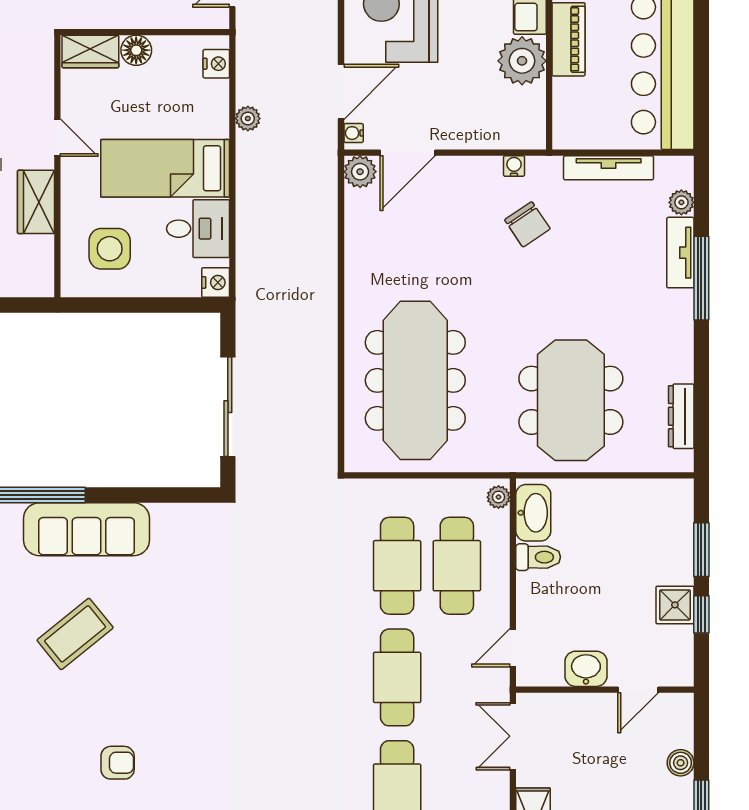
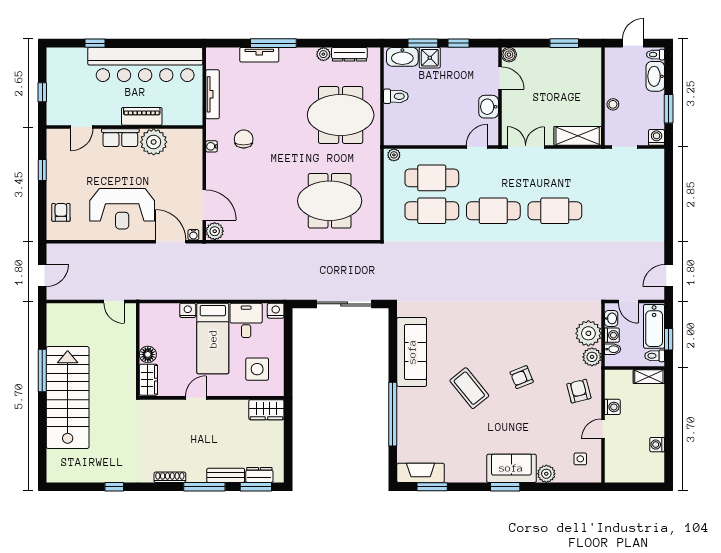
nightstand: (216, 64) -> (188, 310), moved
plant: (248, 118) -> (185, 293), removed
wardrobe: (36, 202) -> (266, 410), moved
plant: (681, 202) -> (323, 54), moved
chair: (527, 224) -> (244, 139), turned -56
meeting table: (415, 380) -> (330, 201), width x0.73
washbasin: (533, 513) -> (402, 57), moved, turned 180
sofa: (87, 529) -> (412, 352), moved
toilet: (538, 557) -> (396, 96), moved, turned 90
shower: (675, 605) -> (430, 58), moved
door: (513, 648) -> (477, 147), swing flipped
double door: (513, 736) -> (526, 147), swing flipped
armchair: (118, 763) -> (522, 377), moved, turned -112
boiler: (681, 763) -> (509, 55), moved

